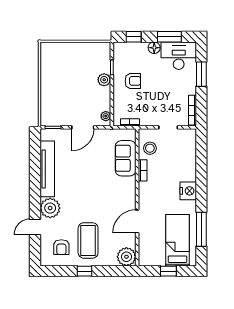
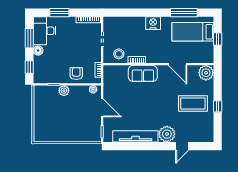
armchair: (133, 81) -> (76, 74), moved
sofa: (126, 158) -> (143, 73), moved
door: (35, 227) -> (182, 146), hinge flipped
armchair: (61, 247) -> (198, 125), removed

